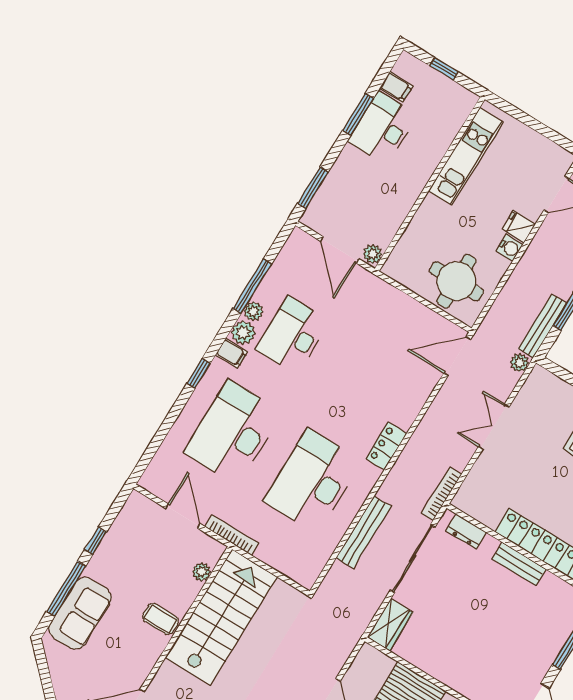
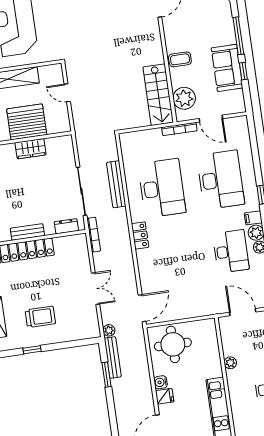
plant: (373, 254) -> (230, 363), moved
plant: (202, 572) -> (184, 98), width x1.87, depth x1.87
sofa: (80, 613) -> (227, 68), moved
stairs: (221, 617) -> (158, 95), width x0.73, depth x0.66
wardrobe: (390, 625) -> (31, 149), moved, turned -90

